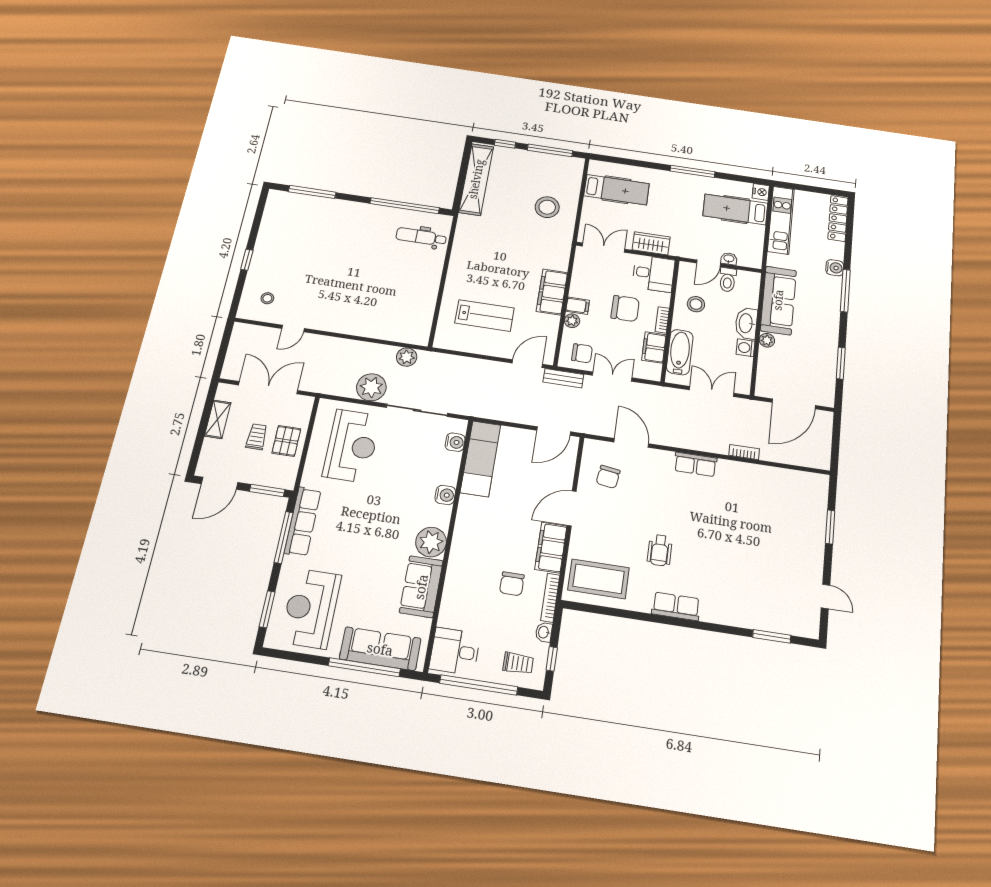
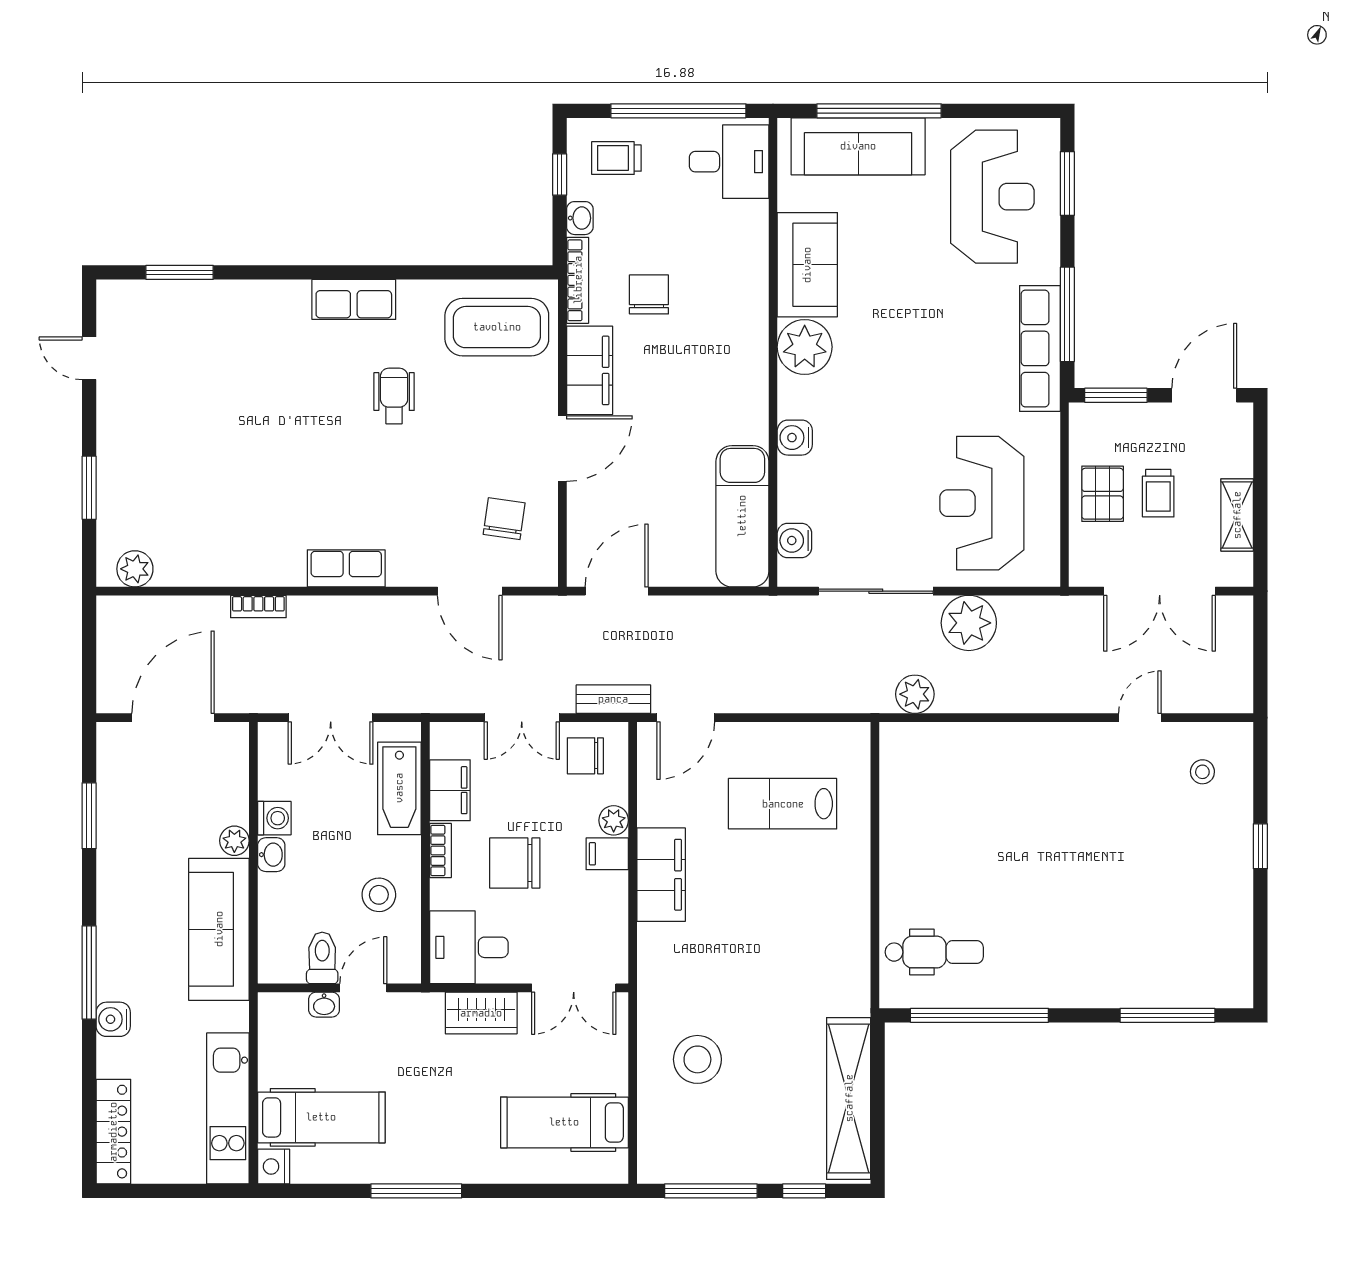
washbasin: (746, 323) -> (271, 855), width x0.52, depth x0.69
plant: (808, 481) -> (135, 569), added

